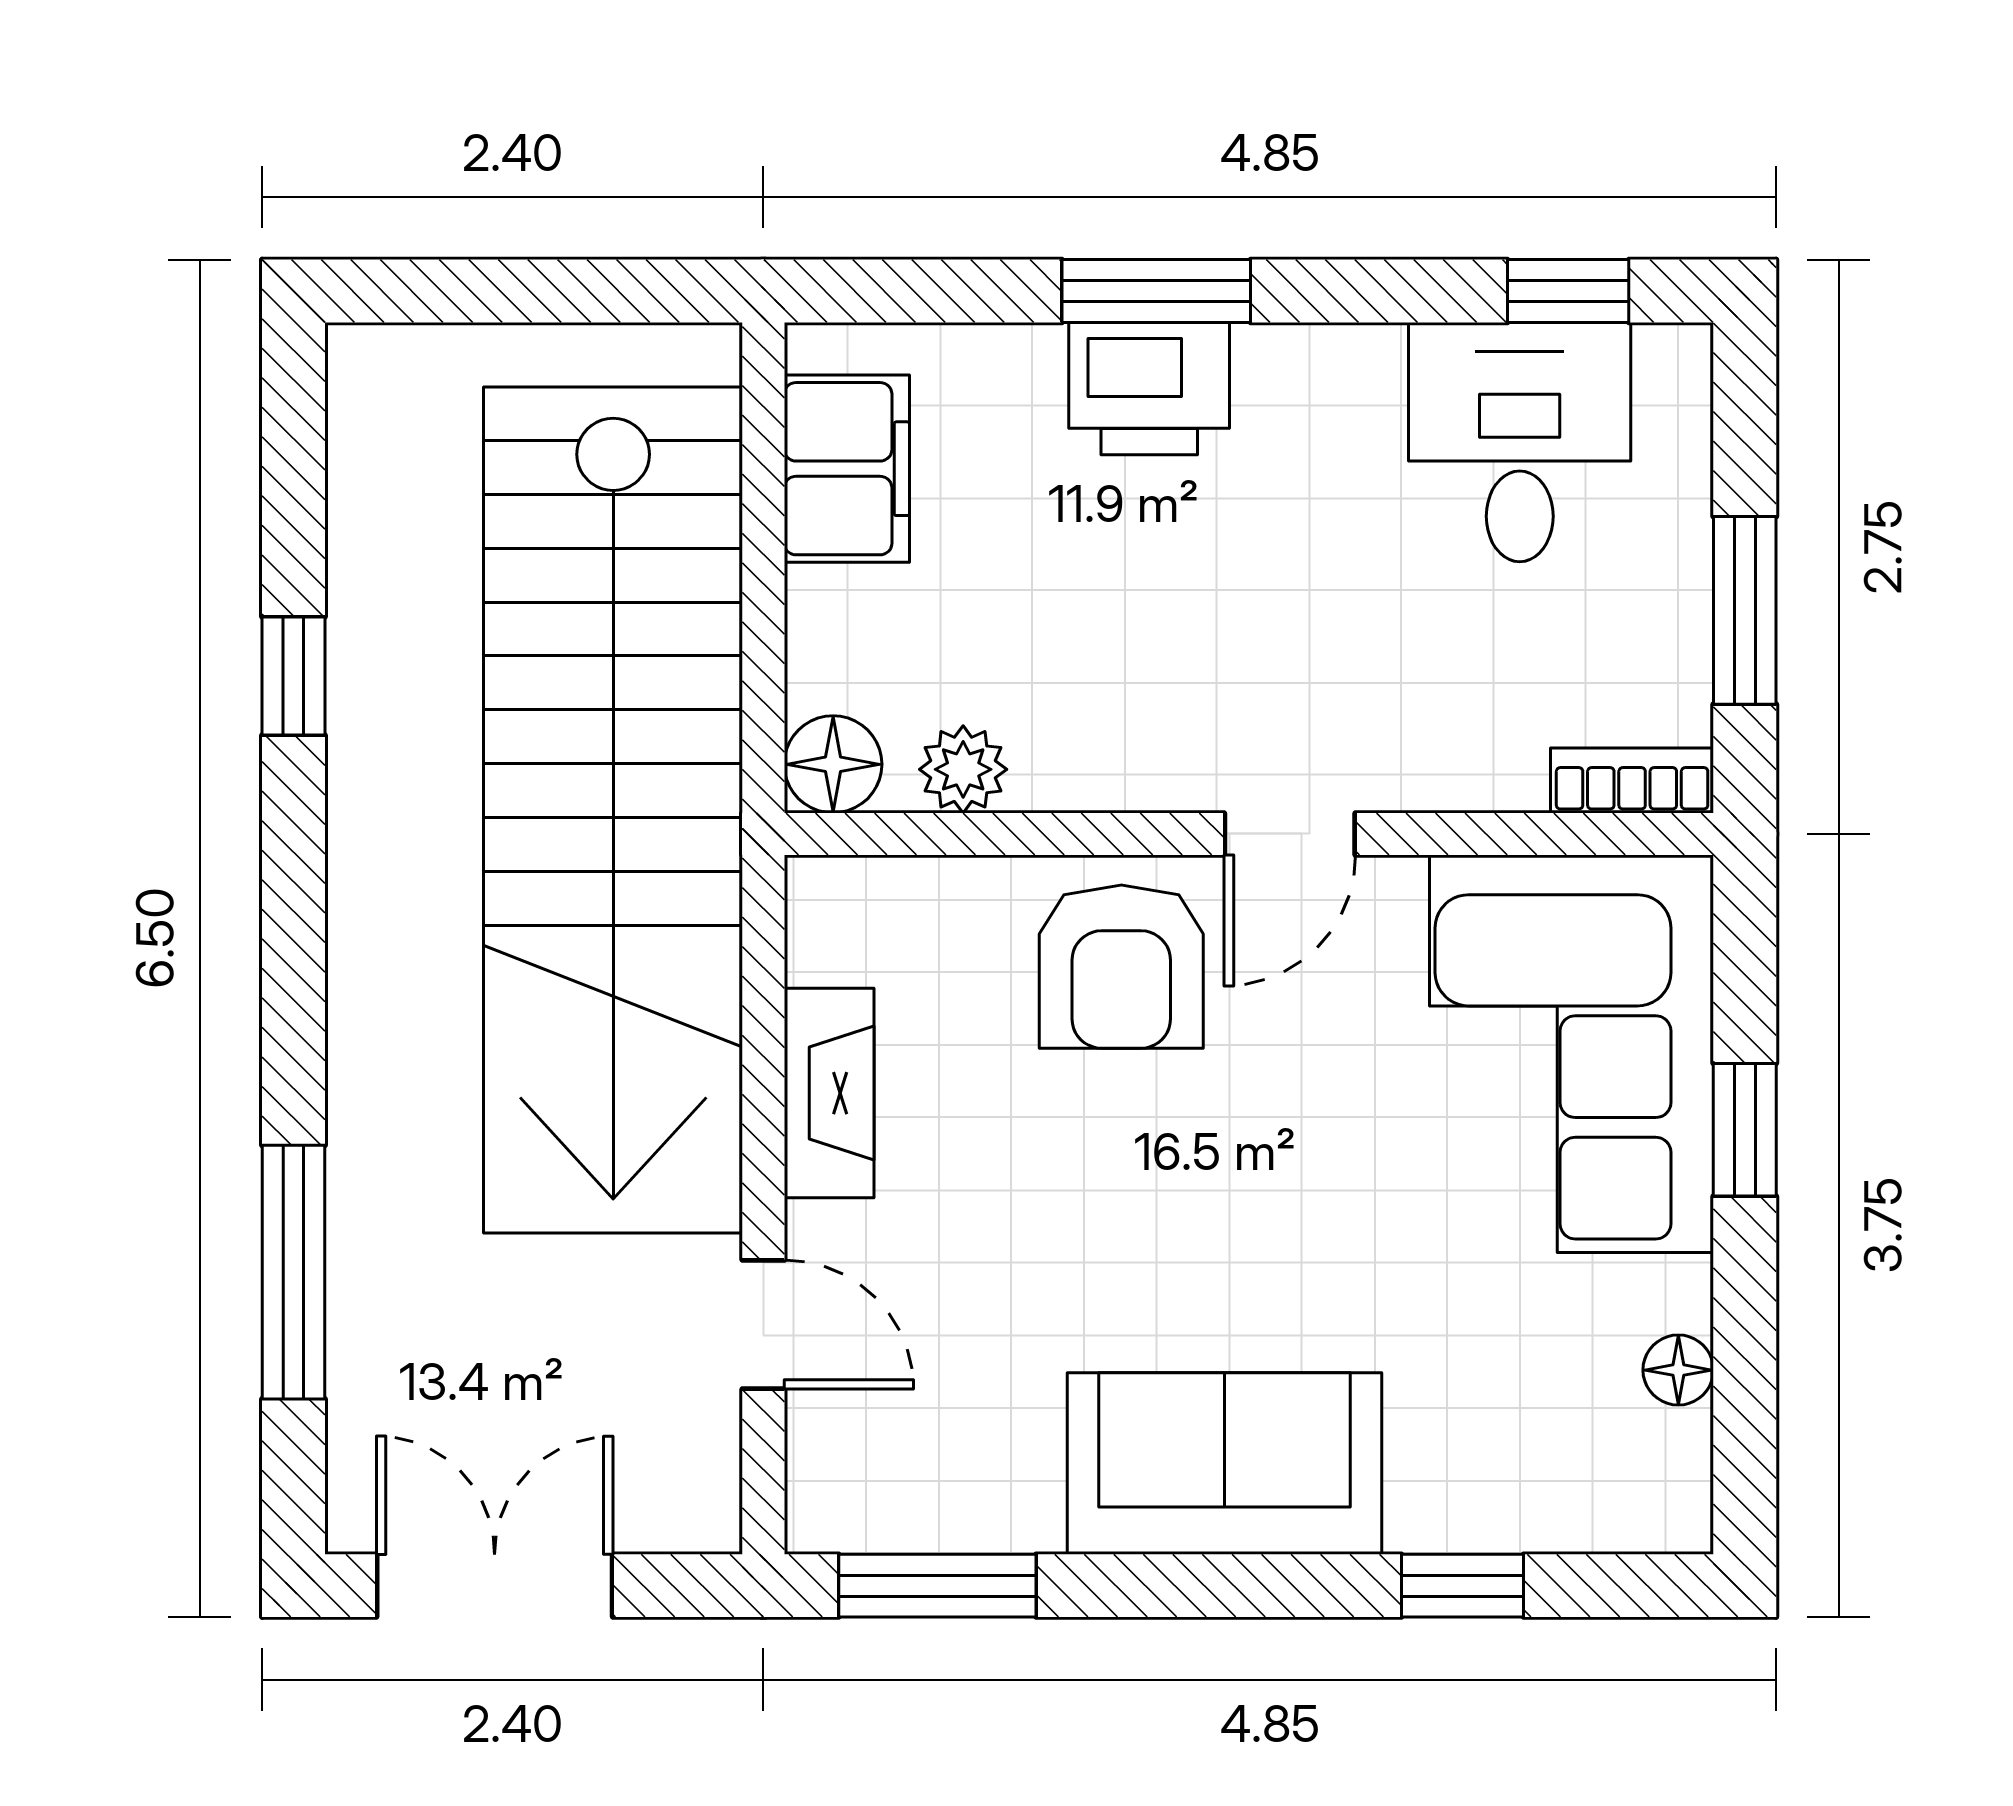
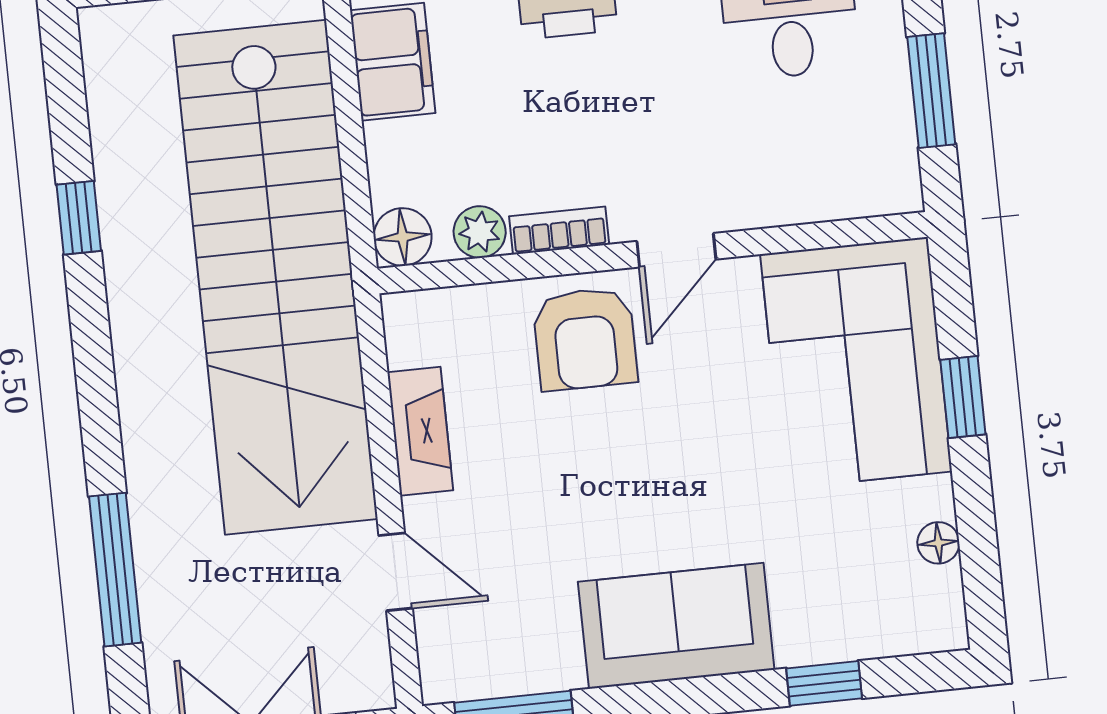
bookcase: (1632, 780) -> (559, 230), moved

